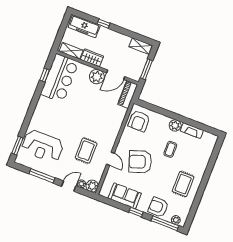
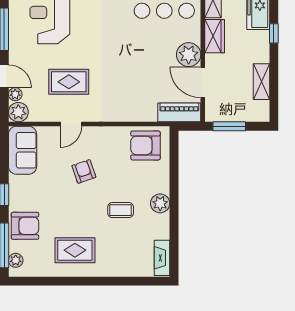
shelving: (141, 46) -> (261, 82), moved
fireplace: (192, 131) -> (162, 258), moved
armchair: (140, 162) -> (84, 171), width x0.53, depth x0.53
sofa: (125, 196) -> (23, 150), moved
armchair: (158, 207) -> (25, 226), turned 89

